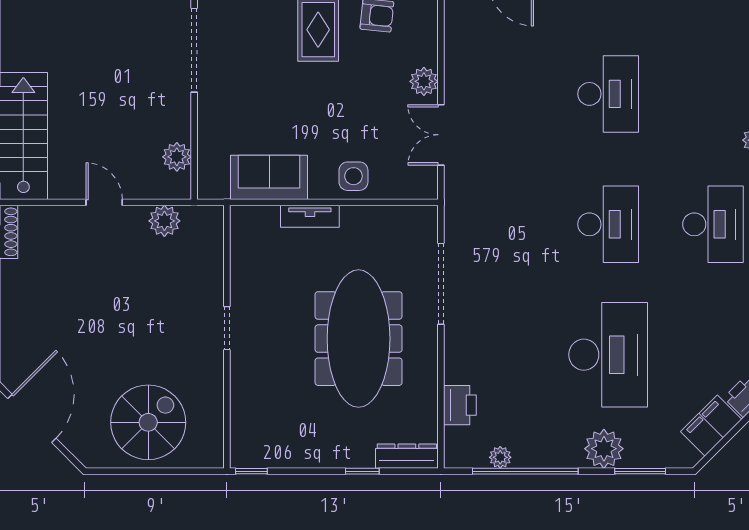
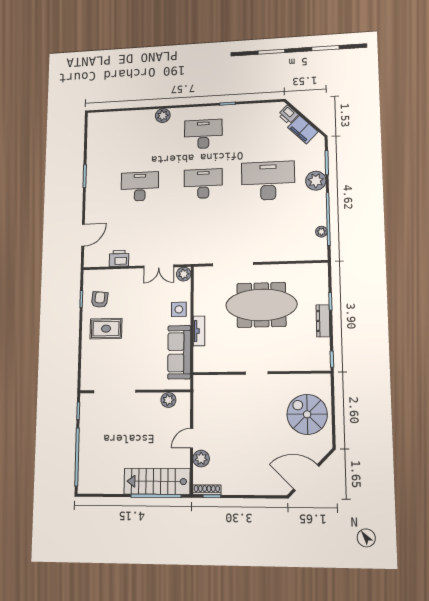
plant: (424, 81) -> (184, 274), moved
sofa: (269, 177) -> (179, 352), width x1.36
plant: (164, 221) -> (201, 459), moved
printer: (460, 405) -> (119, 258), moved
dresser: (407, 456) -> (323, 321), moved

